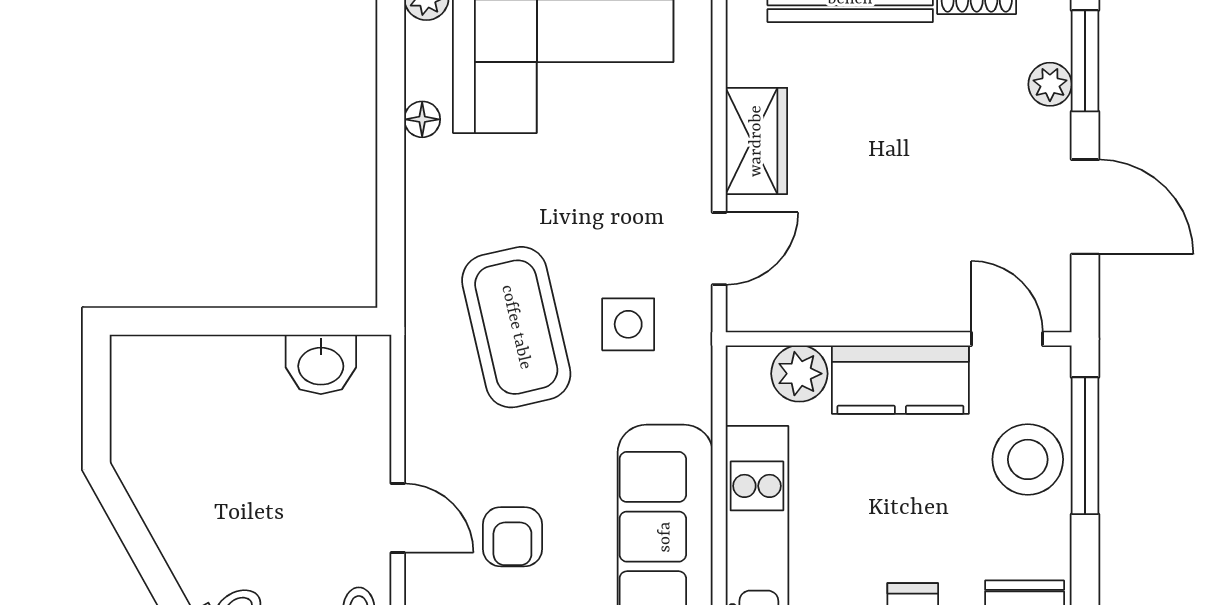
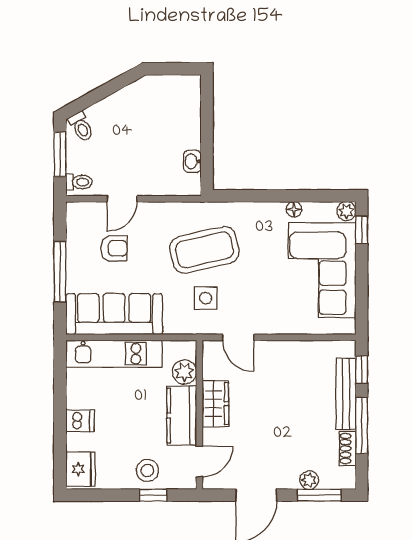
wardrobe: (756, 141) -> (215, 404), moved, turned -90
washbasin: (321, 364) -> (192, 161), width x0.72, depth x0.69
window: (1085, 446) -> (153, 495), width x0.46
stool: (1028, 459) -> (147, 470), width x0.73, depth x0.73
armchair: (512, 537) -> (114, 248), turned 180

